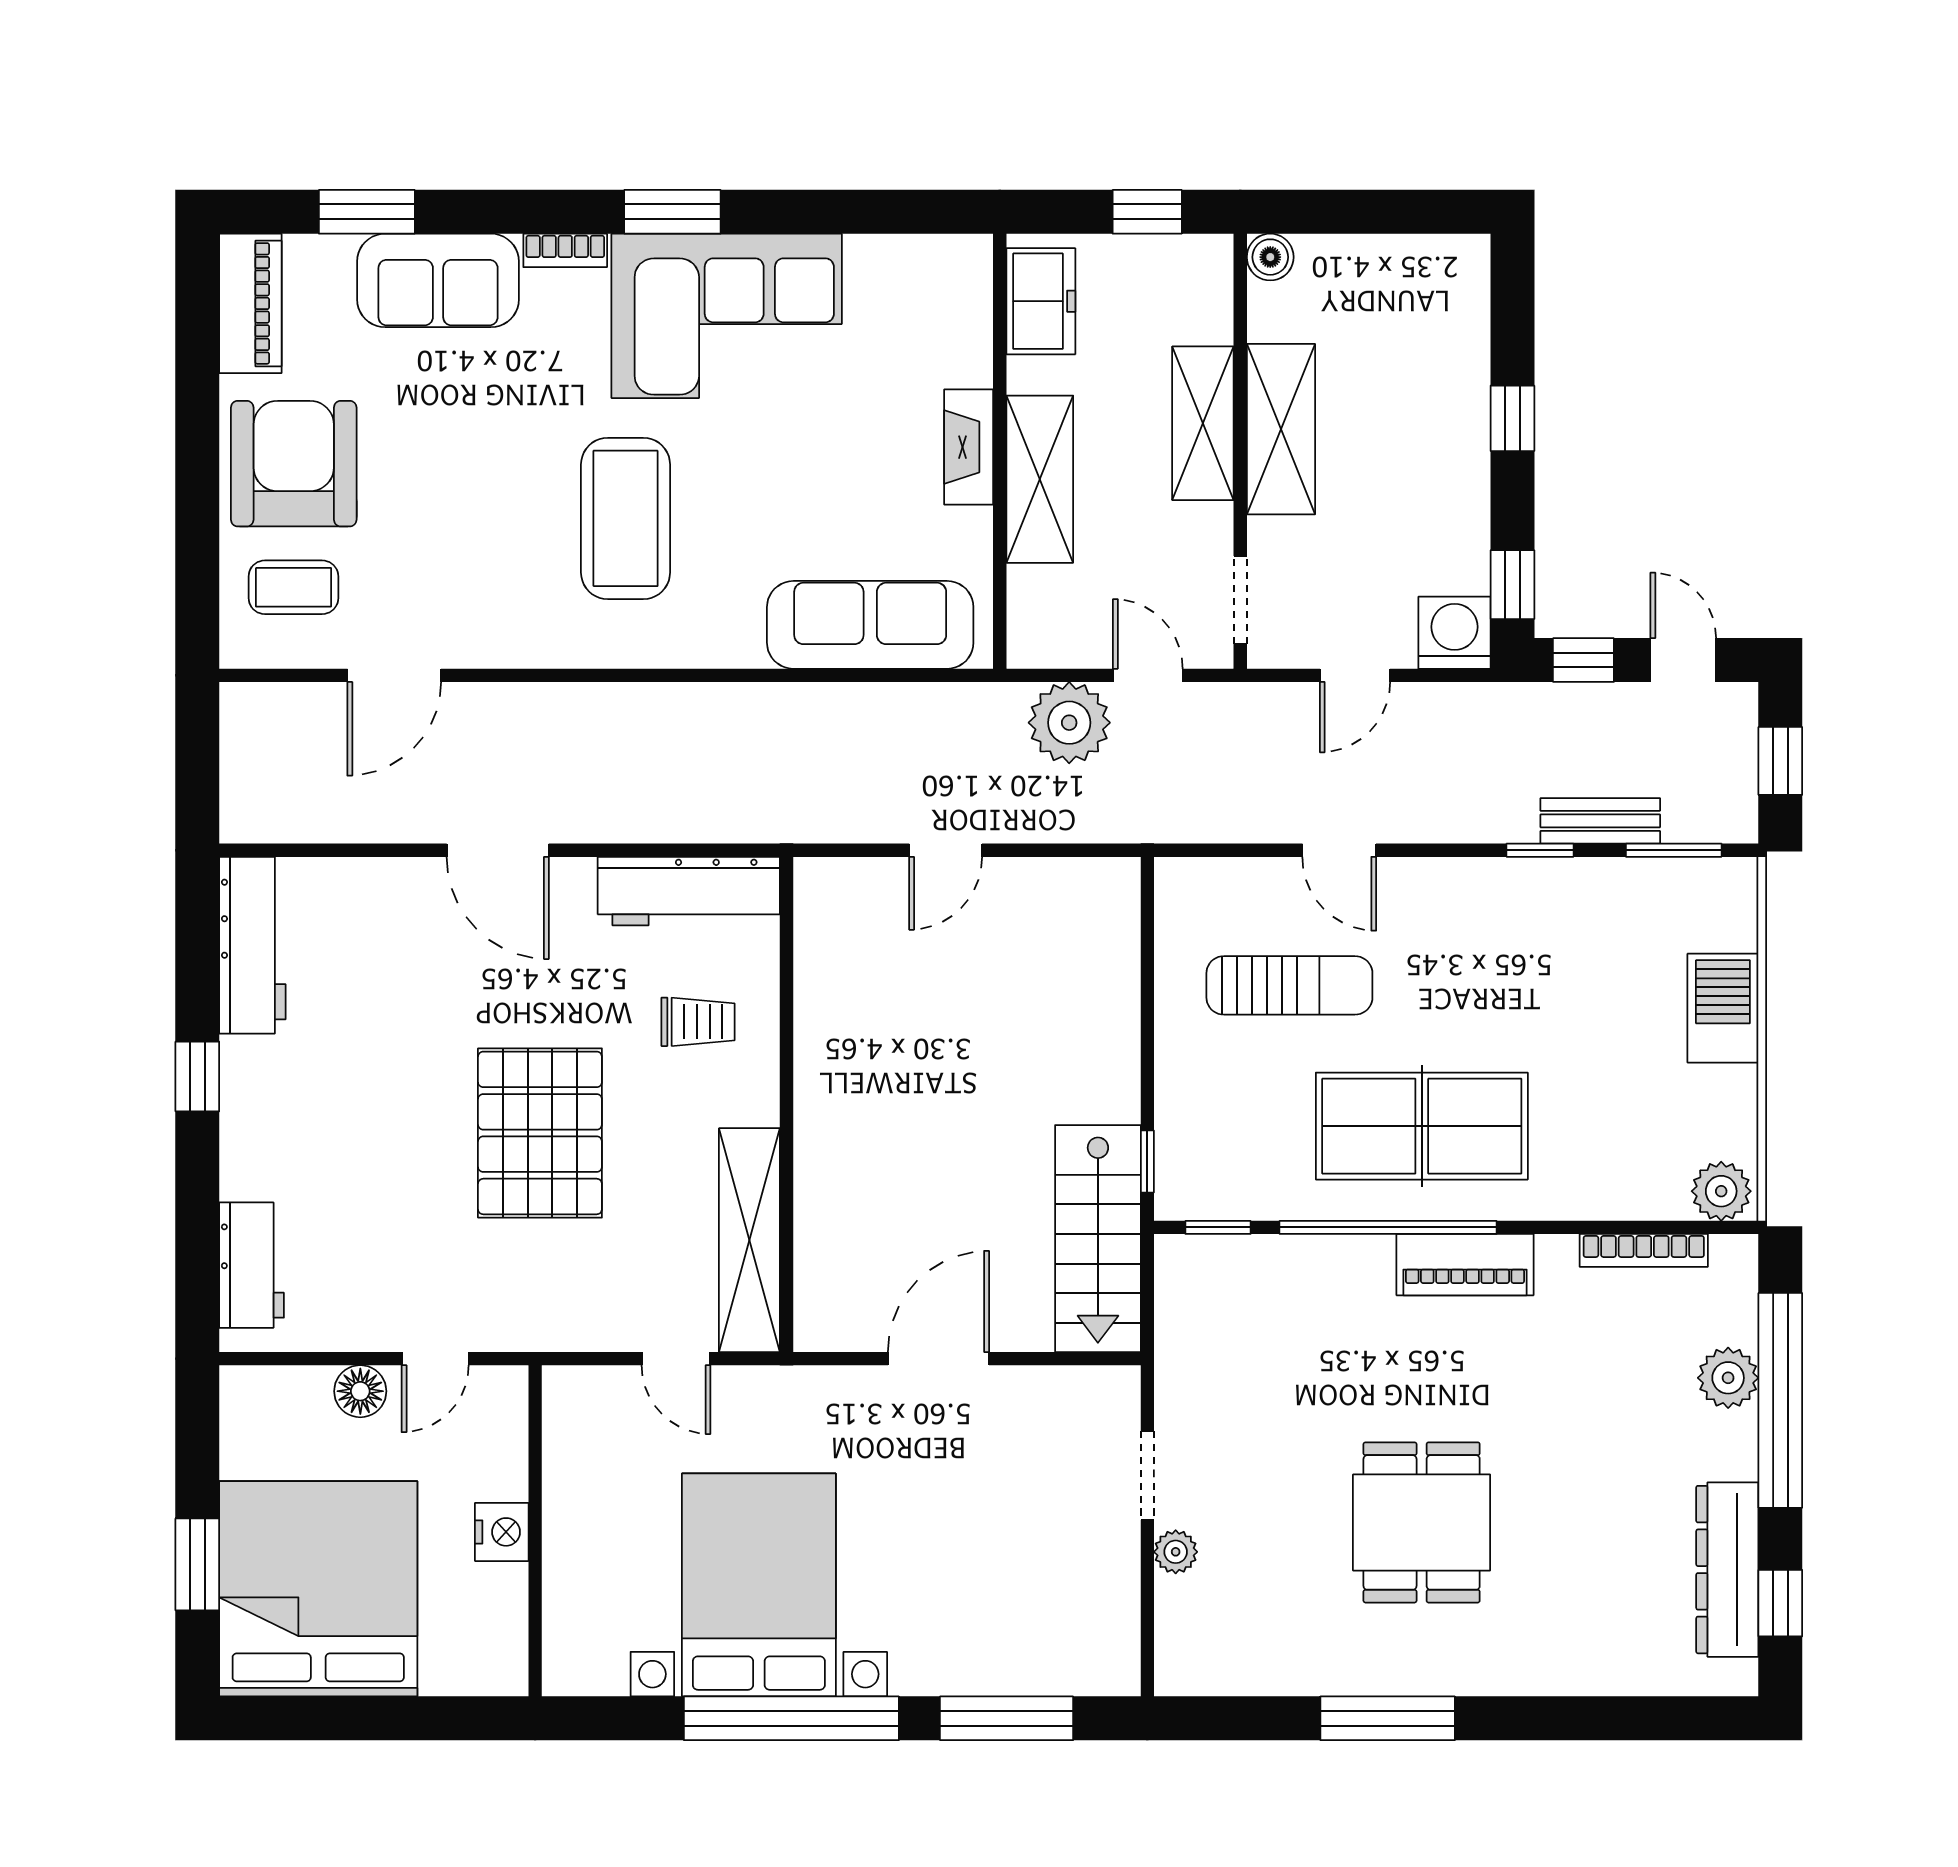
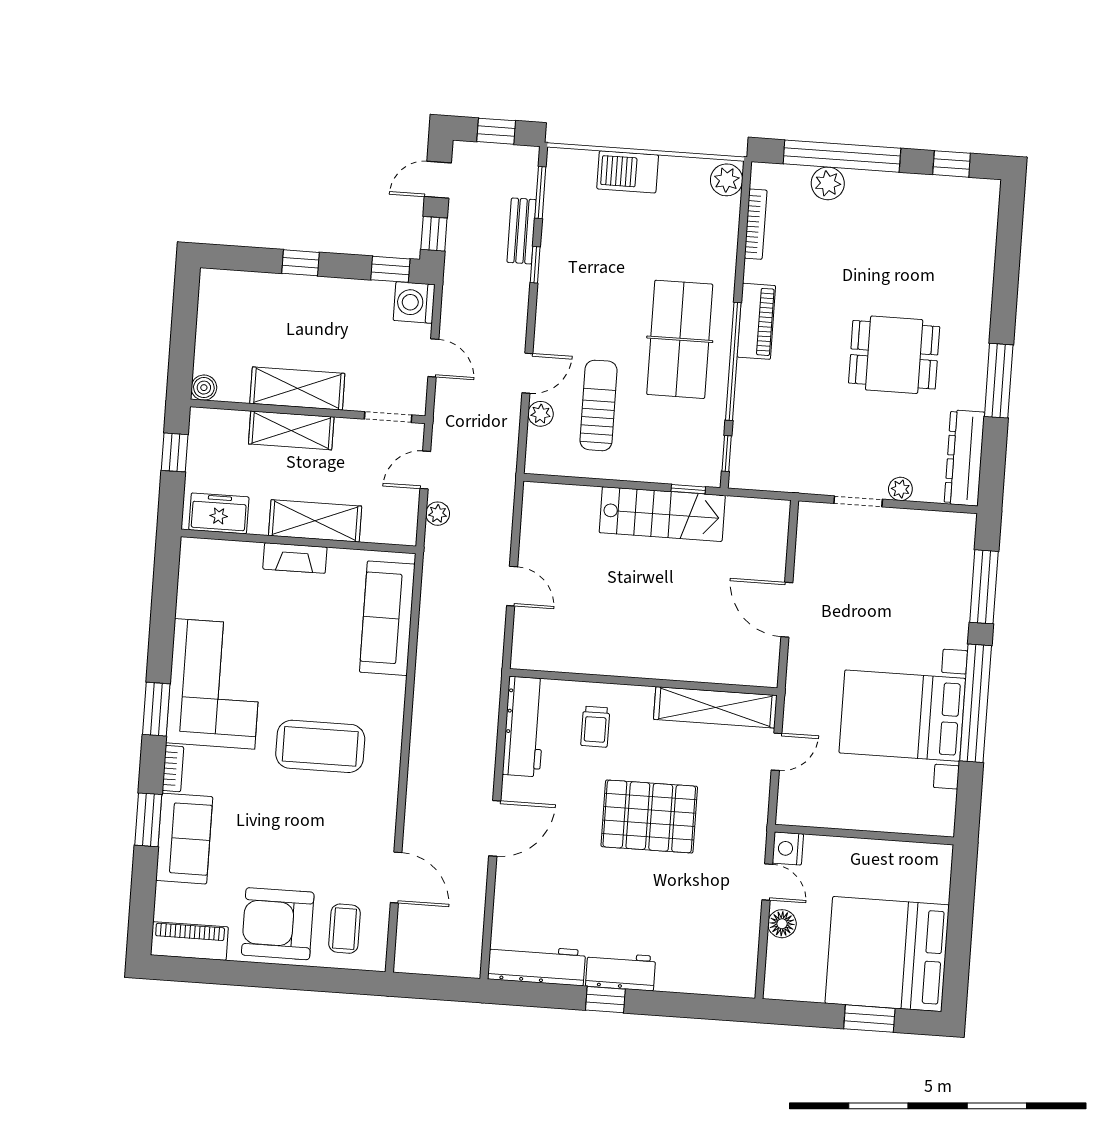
window: (367, 212) -> (148, 820), moved
plant: (1069, 723) -> (438, 514), width x0.53, depth x0.53
plant: (1266, 880) -> (541, 414), added
trolley: (698, 1022) -> (595, 727), turned 180
stairs: (1098, 1239) -> (662, 514), moved
workbench: (252, 1265) -> (621, 971), moved
nightstand: (502, 1532) -> (788, 848), moved, turned -90
dresser: (1727, 1570) -> (964, 458), moved, turned 90

